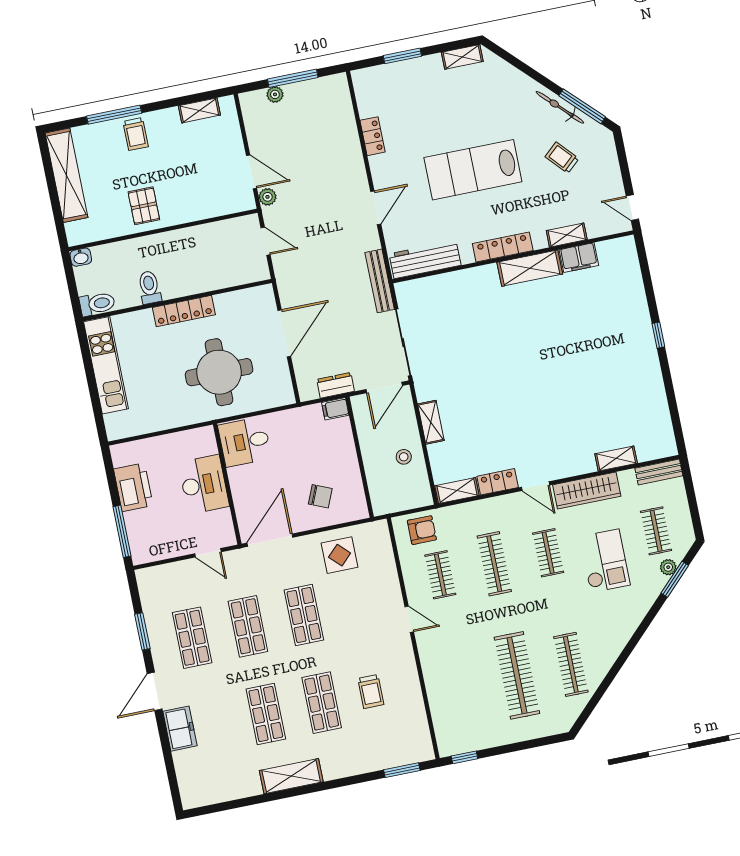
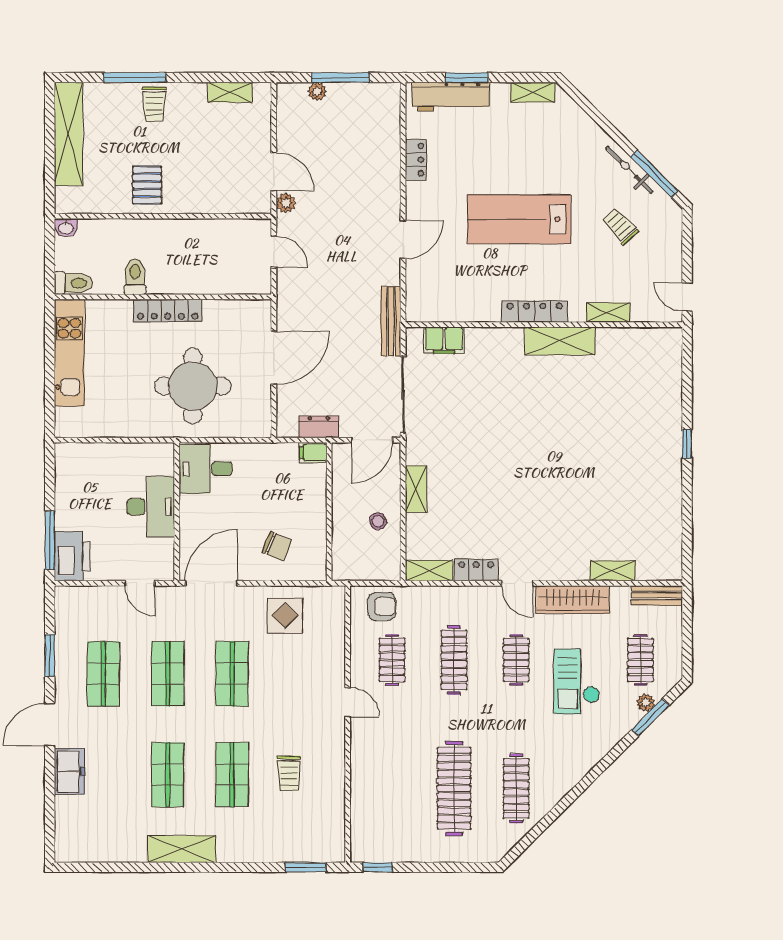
filing cabinet: (579, 258) -> (444, 340), moved
workbench: (425, 260) -> (451, 97), moved, turned 180
printer: (133, 487) -> (72, 556), moved
checkout: (605, 561) -> (577, 681), turned 180

